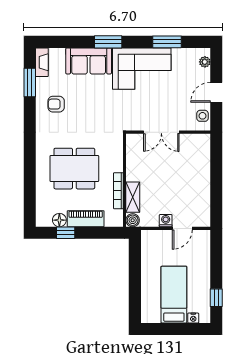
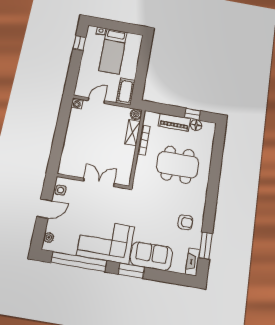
window: (167, 42) -> (79, 262), width x2.11
washing machine: (166, 221) -> (77, 103), moved
cot: (150, 246) -> (126, 91), added

